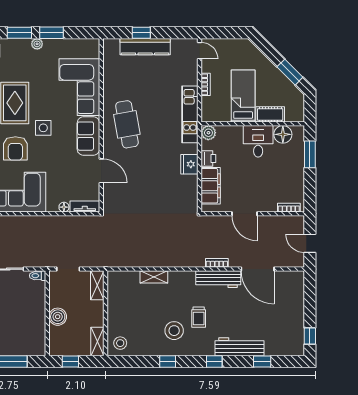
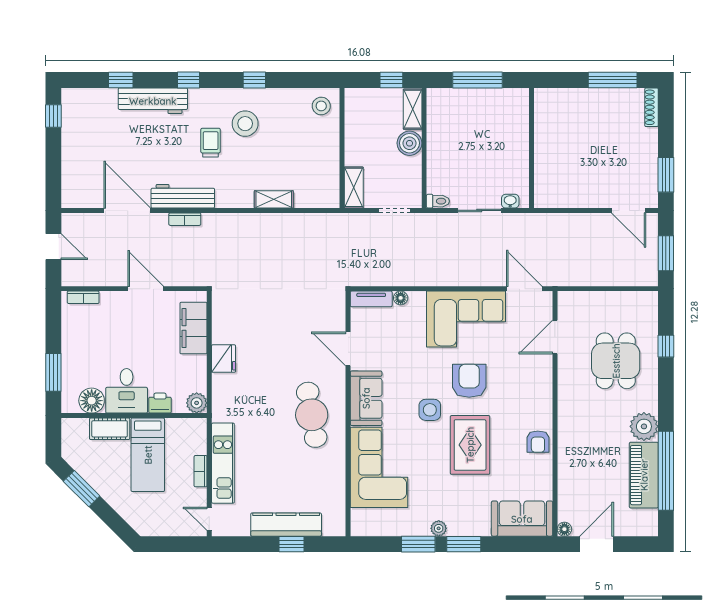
kitchen unit: (190, 114) -> (223, 463), moved
printer: (208, 158) -> (160, 403), moved, turned 90
shelving: (97, 342) -> (413, 109), moved

